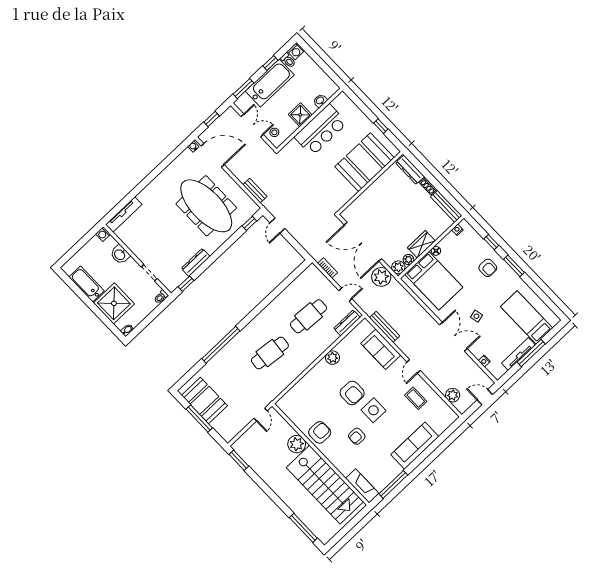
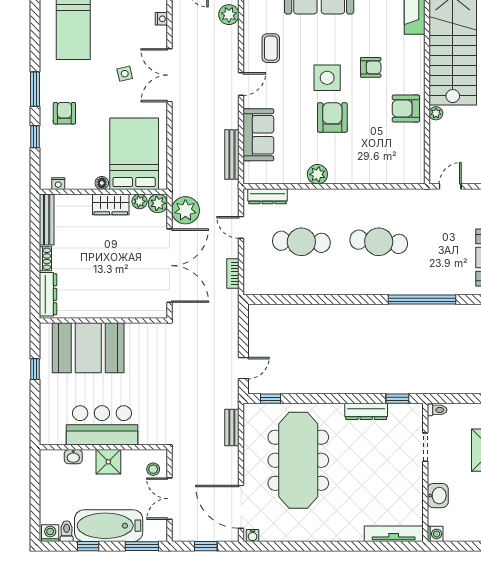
plant: (297, 444) -> (436, 113), width x0.53, depth x0.53

